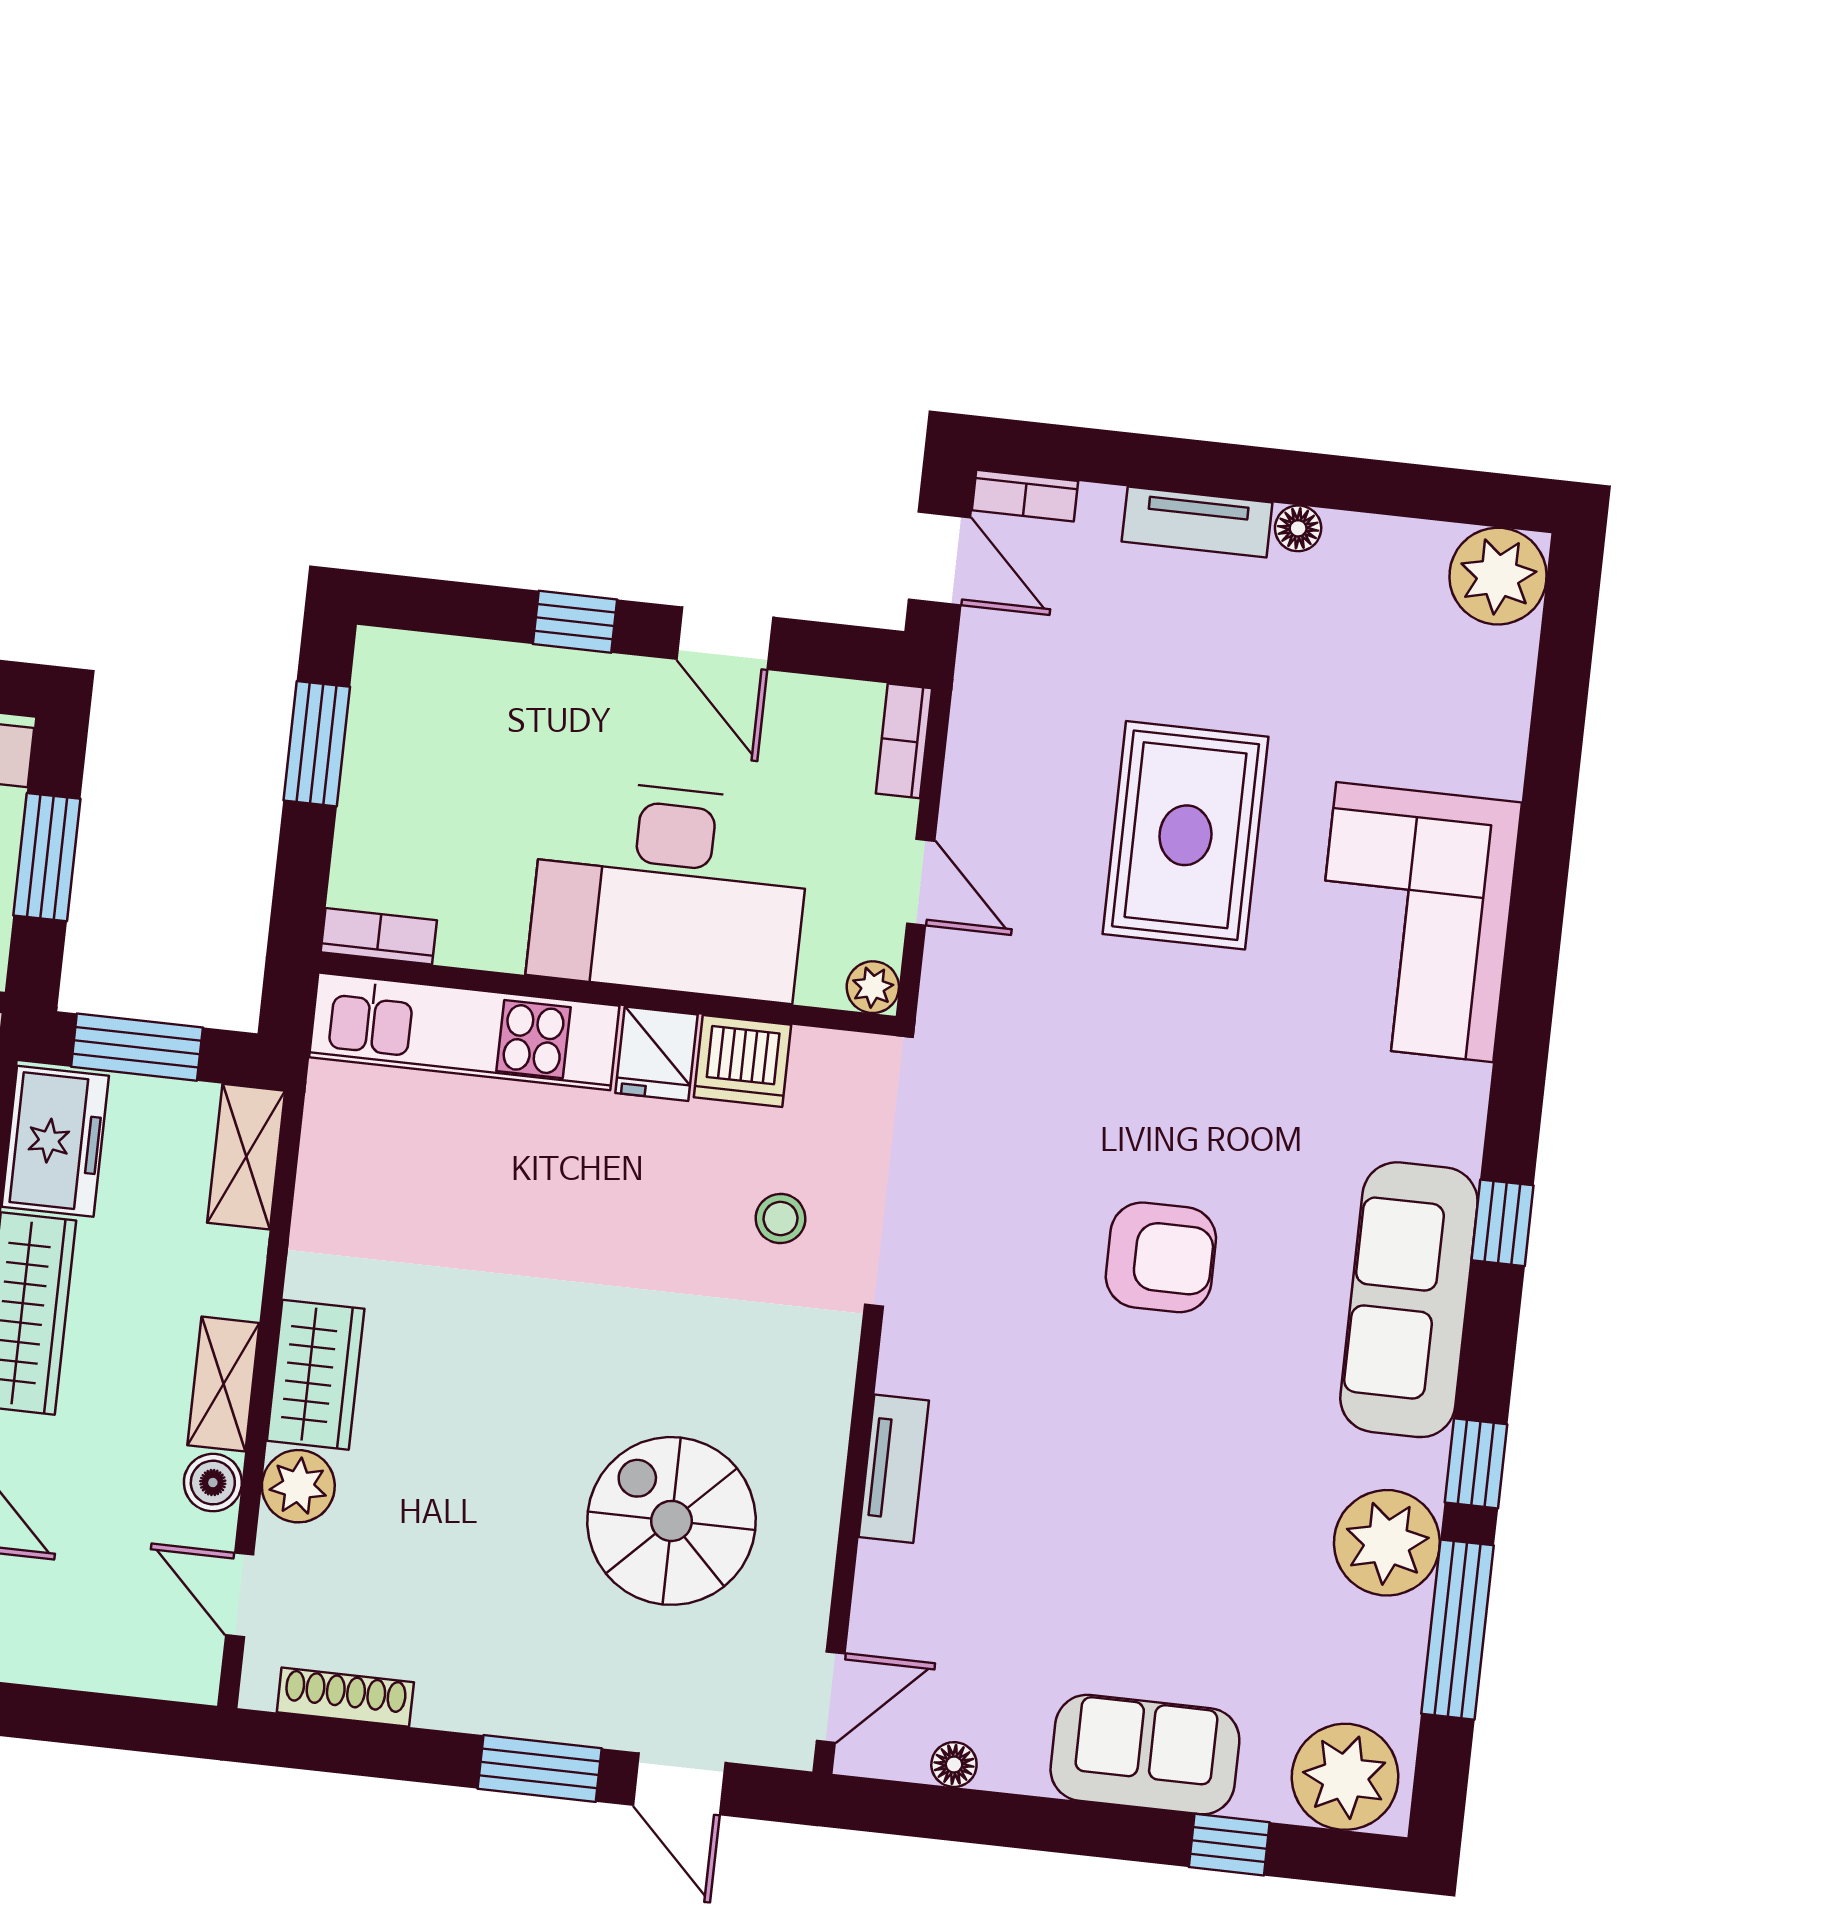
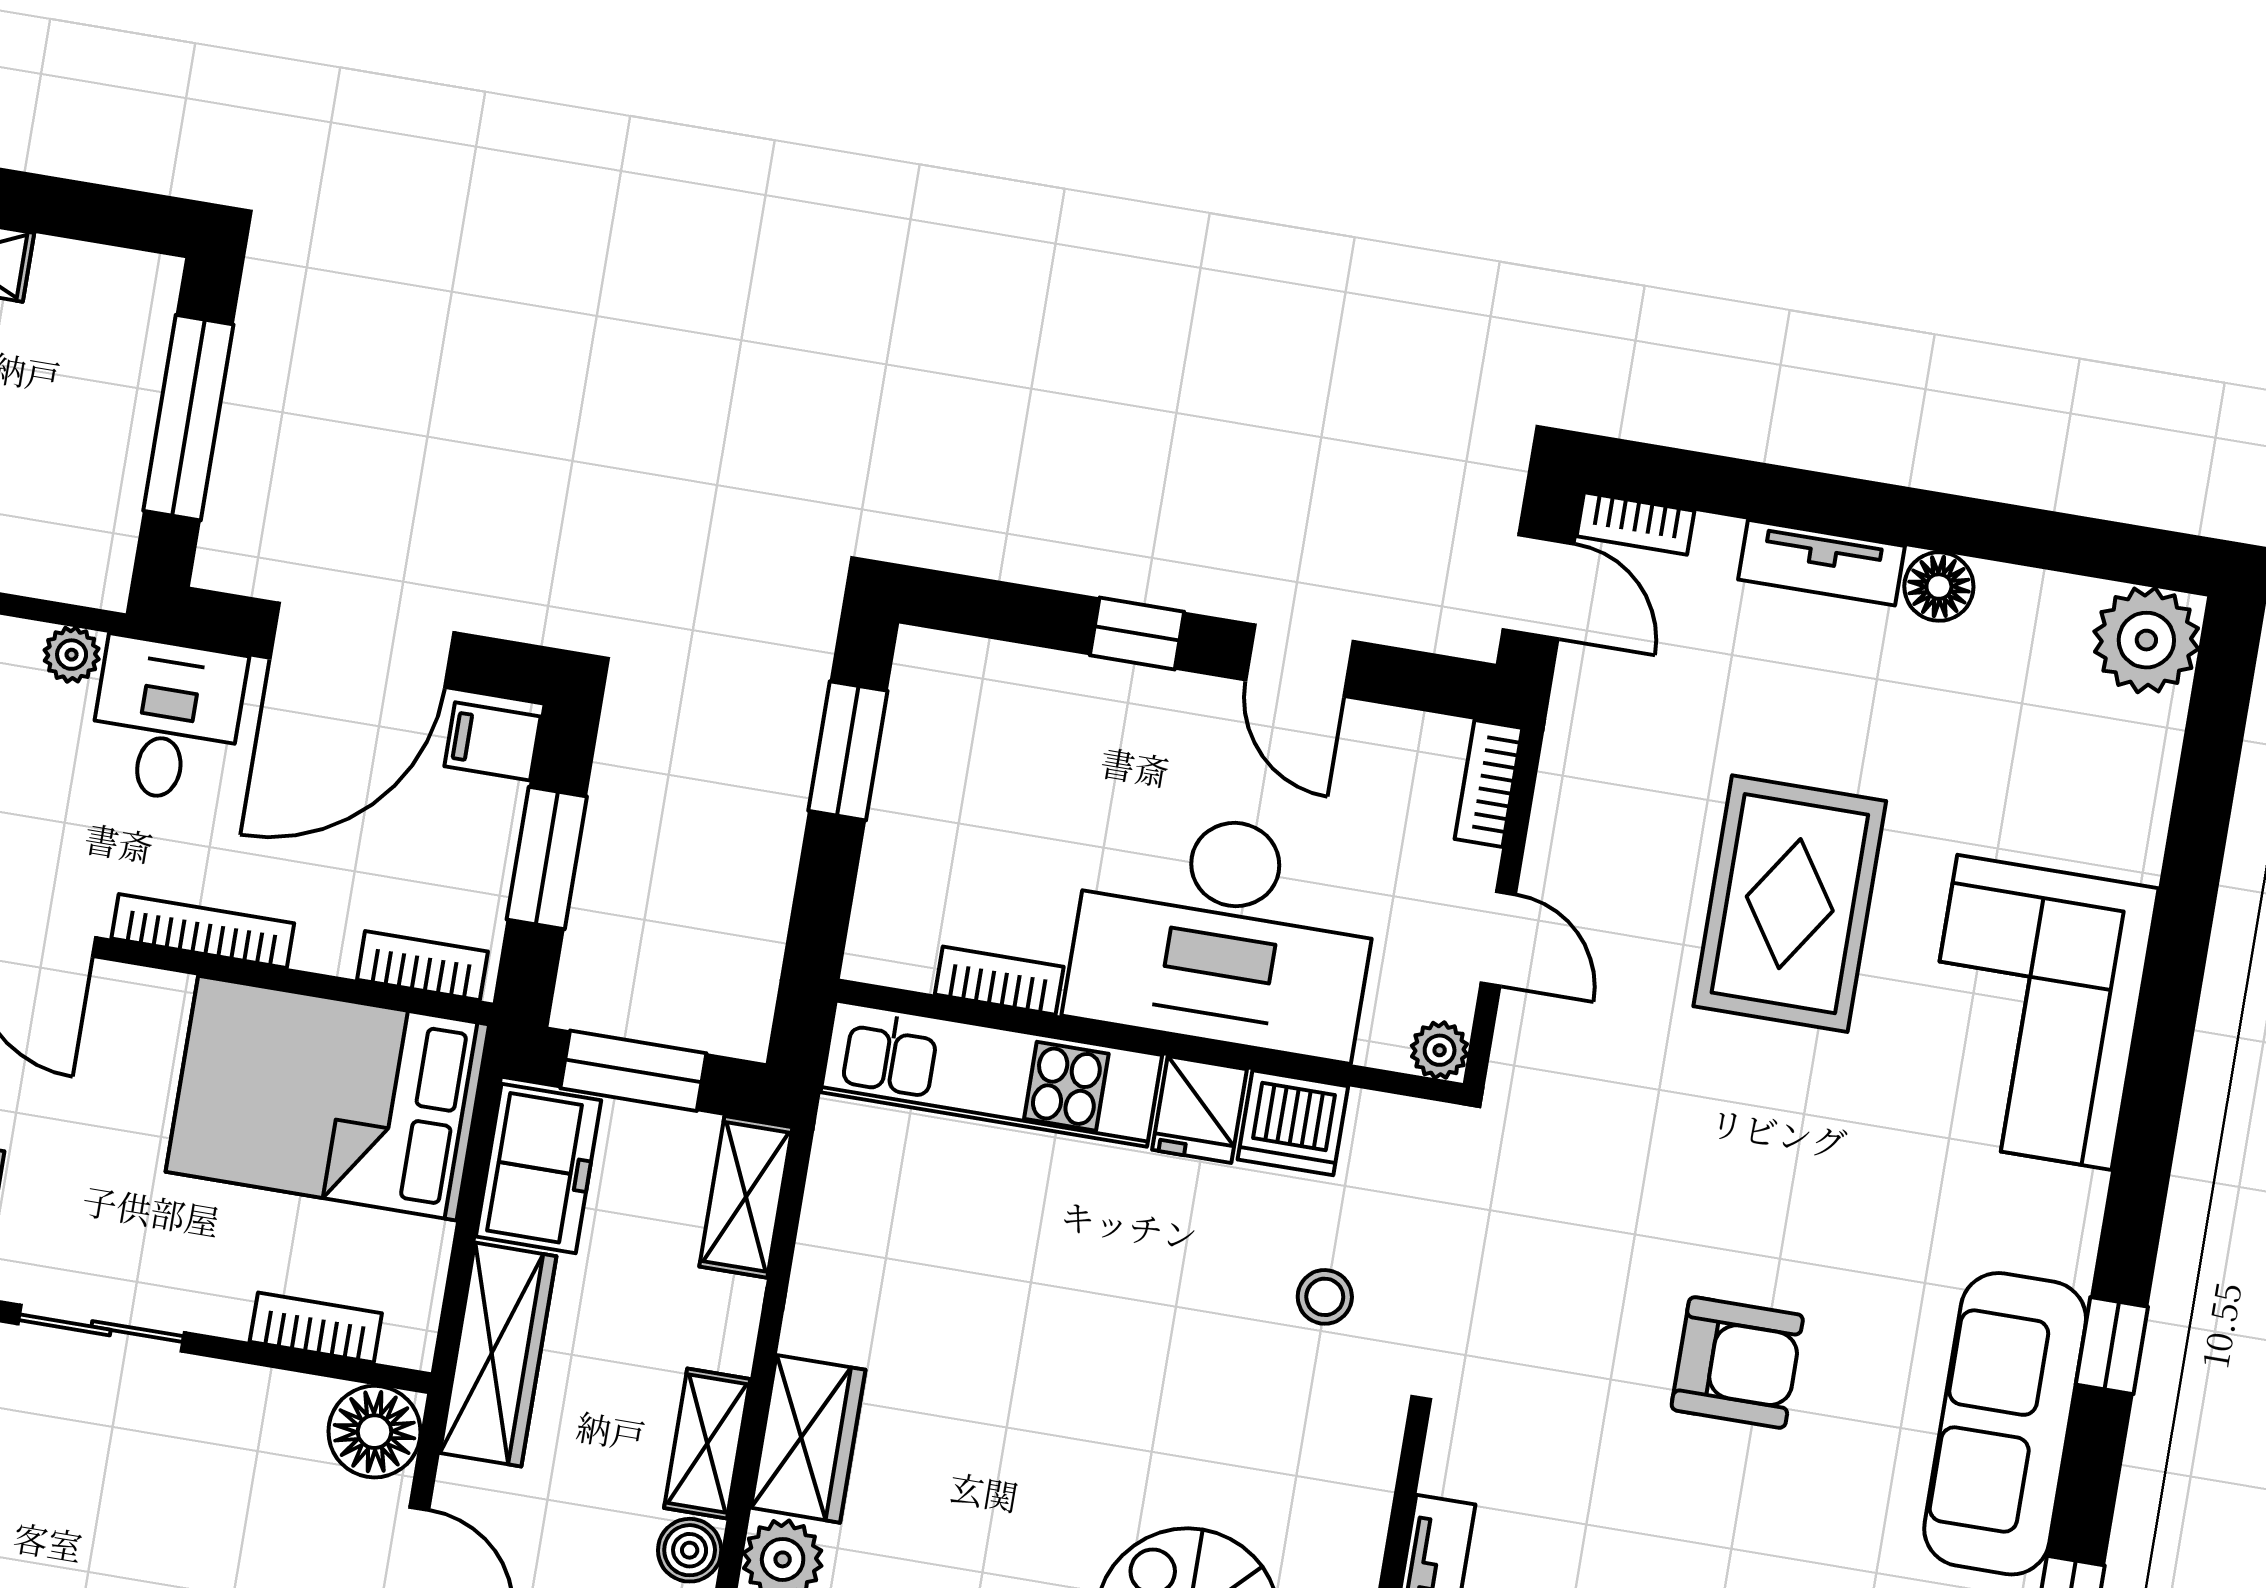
floor lamp: (1298, 528) -> (1939, 587), width x1.37, depth x1.37
bookcase: (379, 936) -> (999, 981), moved

